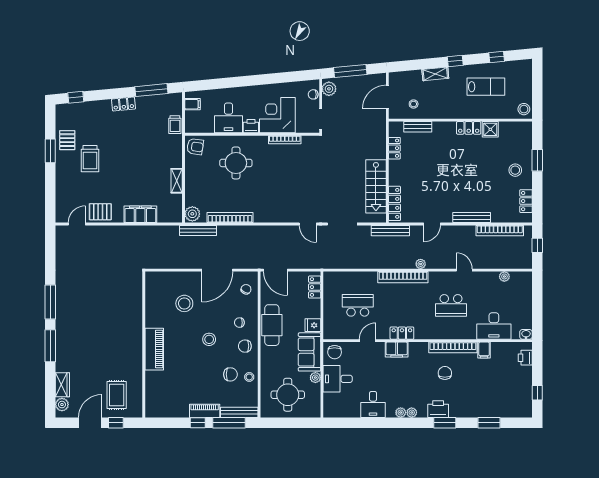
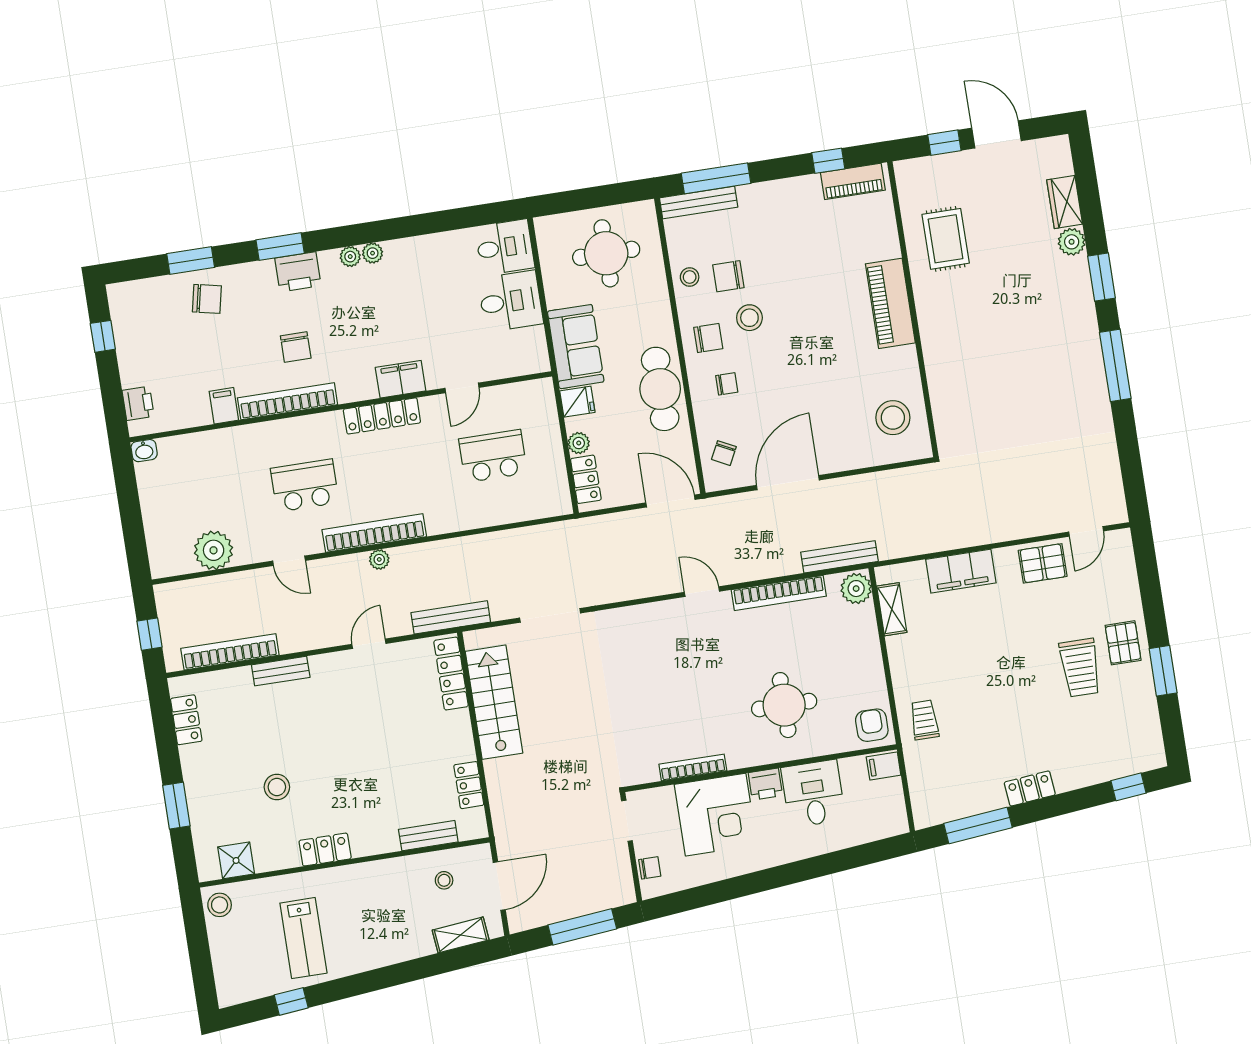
window: (455, 61) -> (373, 980), removed
shelving: (435, 74) -> (461, 935), moved
lab bench: (486, 87) -> (303, 938), turned -90
plant: (329, 89) -> (620, 884), removed
filing cabinet: (192, 104) -> (884, 766), moved
trolley: (175, 125) -> (924, 720), moved
shower: (490, 129) -> (236, 860), moved
pallet: (67, 140) -> (1123, 643), moved
armchair: (195, 147) -> (872, 725), turned 82
trolley: (90, 159) -> (1080, 668), turned 180
stool: (515, 170) -> (277, 787), moved
shelving: (177, 181) -> (892, 609), moved
bench: (472, 217) -> (281, 671), width x0.73
door: (308, 224) -> (702, 592), moved
plant: (504, 276) -> (214, 550), width x1.88, depth x1.88
bookcase: (403, 277) -> (374, 533), moved
stool: (184, 303) -> (893, 418), moved
school desk: (358, 305) -> (493, 456), turned 180
desk: (494, 326) -> (212, 457), removed
locker: (402, 333) -> (382, 416), width x1.53
stool: (209, 339) -> (749, 318), moved
window: (50, 346) -> (1101, 277), width x0.69
chair: (335, 352) -> (207, 299), moved, turned 102
plant: (315, 378) -> (579, 443), moved
rug: (117, 395) -> (946, 239), moved
desk: (373, 404) -> (505, 247), moved, turned 90
plant: (62, 405) -> (1072, 242), moved
piano: (205, 411) -> (853, 181), moved
door: (90, 423) -> (996, 134), swing flipped
window: (198, 423) -> (828, 161), moved

